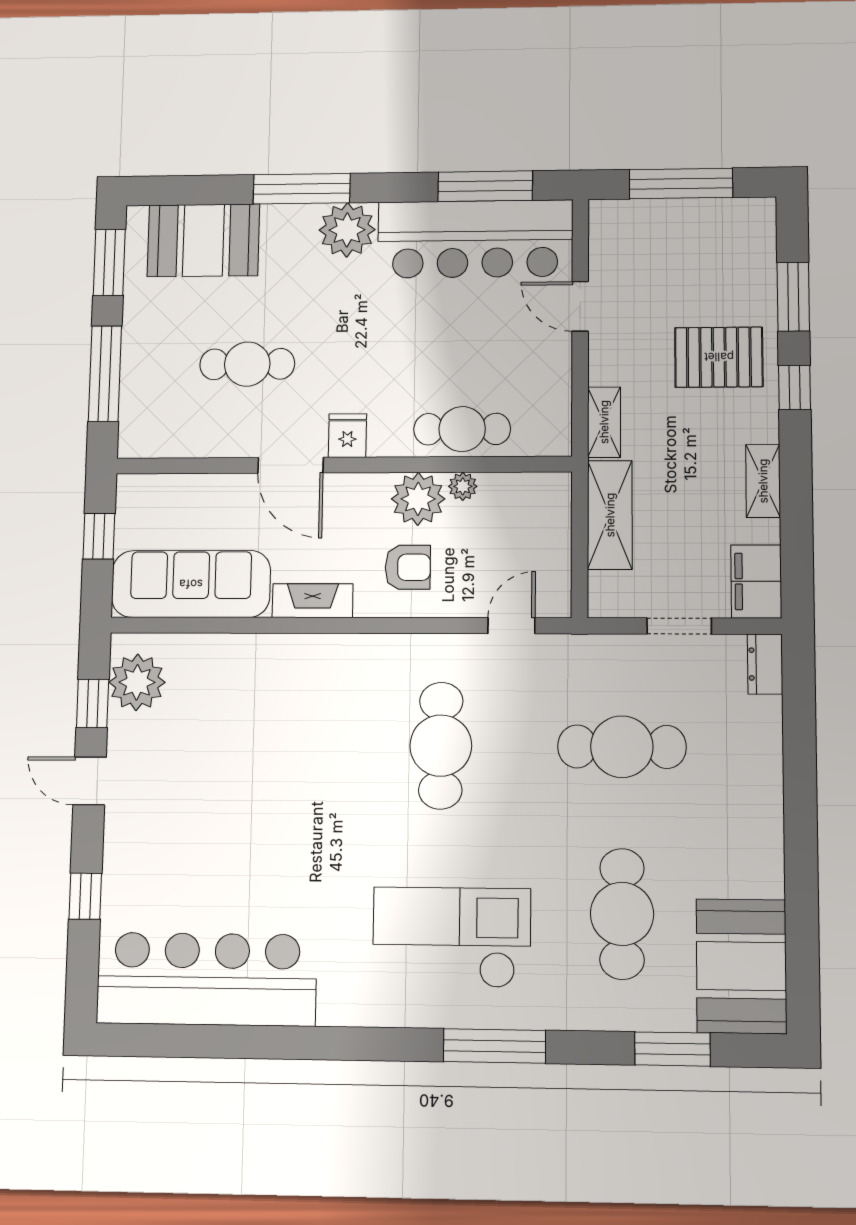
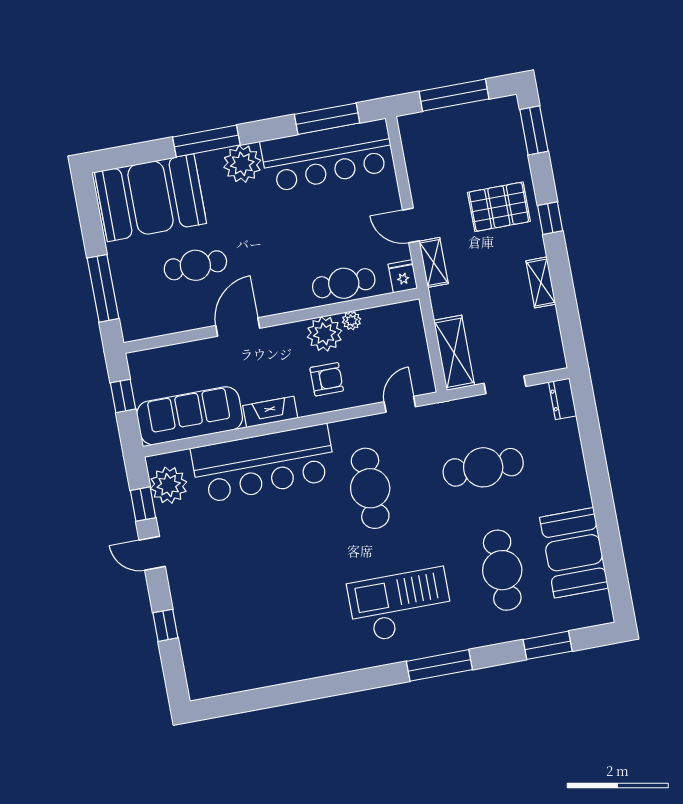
booth: (203, 240) -> (151, 198), width x1.36, depth x1.42
window: (109, 262) -> (89, 213), removed
window: (793, 297) -> (534, 130), moved
door: (580, 306) -> (411, 225), moved
fridge: (347, 436) -> (403, 276), moved
door: (291, 465) -> (238, 327), swing flipped
shelving: (610, 515) -> (454, 353), moved
filing cabinet: (756, 581) -> (548, 348), removed
booth: (741, 966) -> (574, 553), moved
bar counter: (206, 979) -> (263, 464), moved, turned 180

